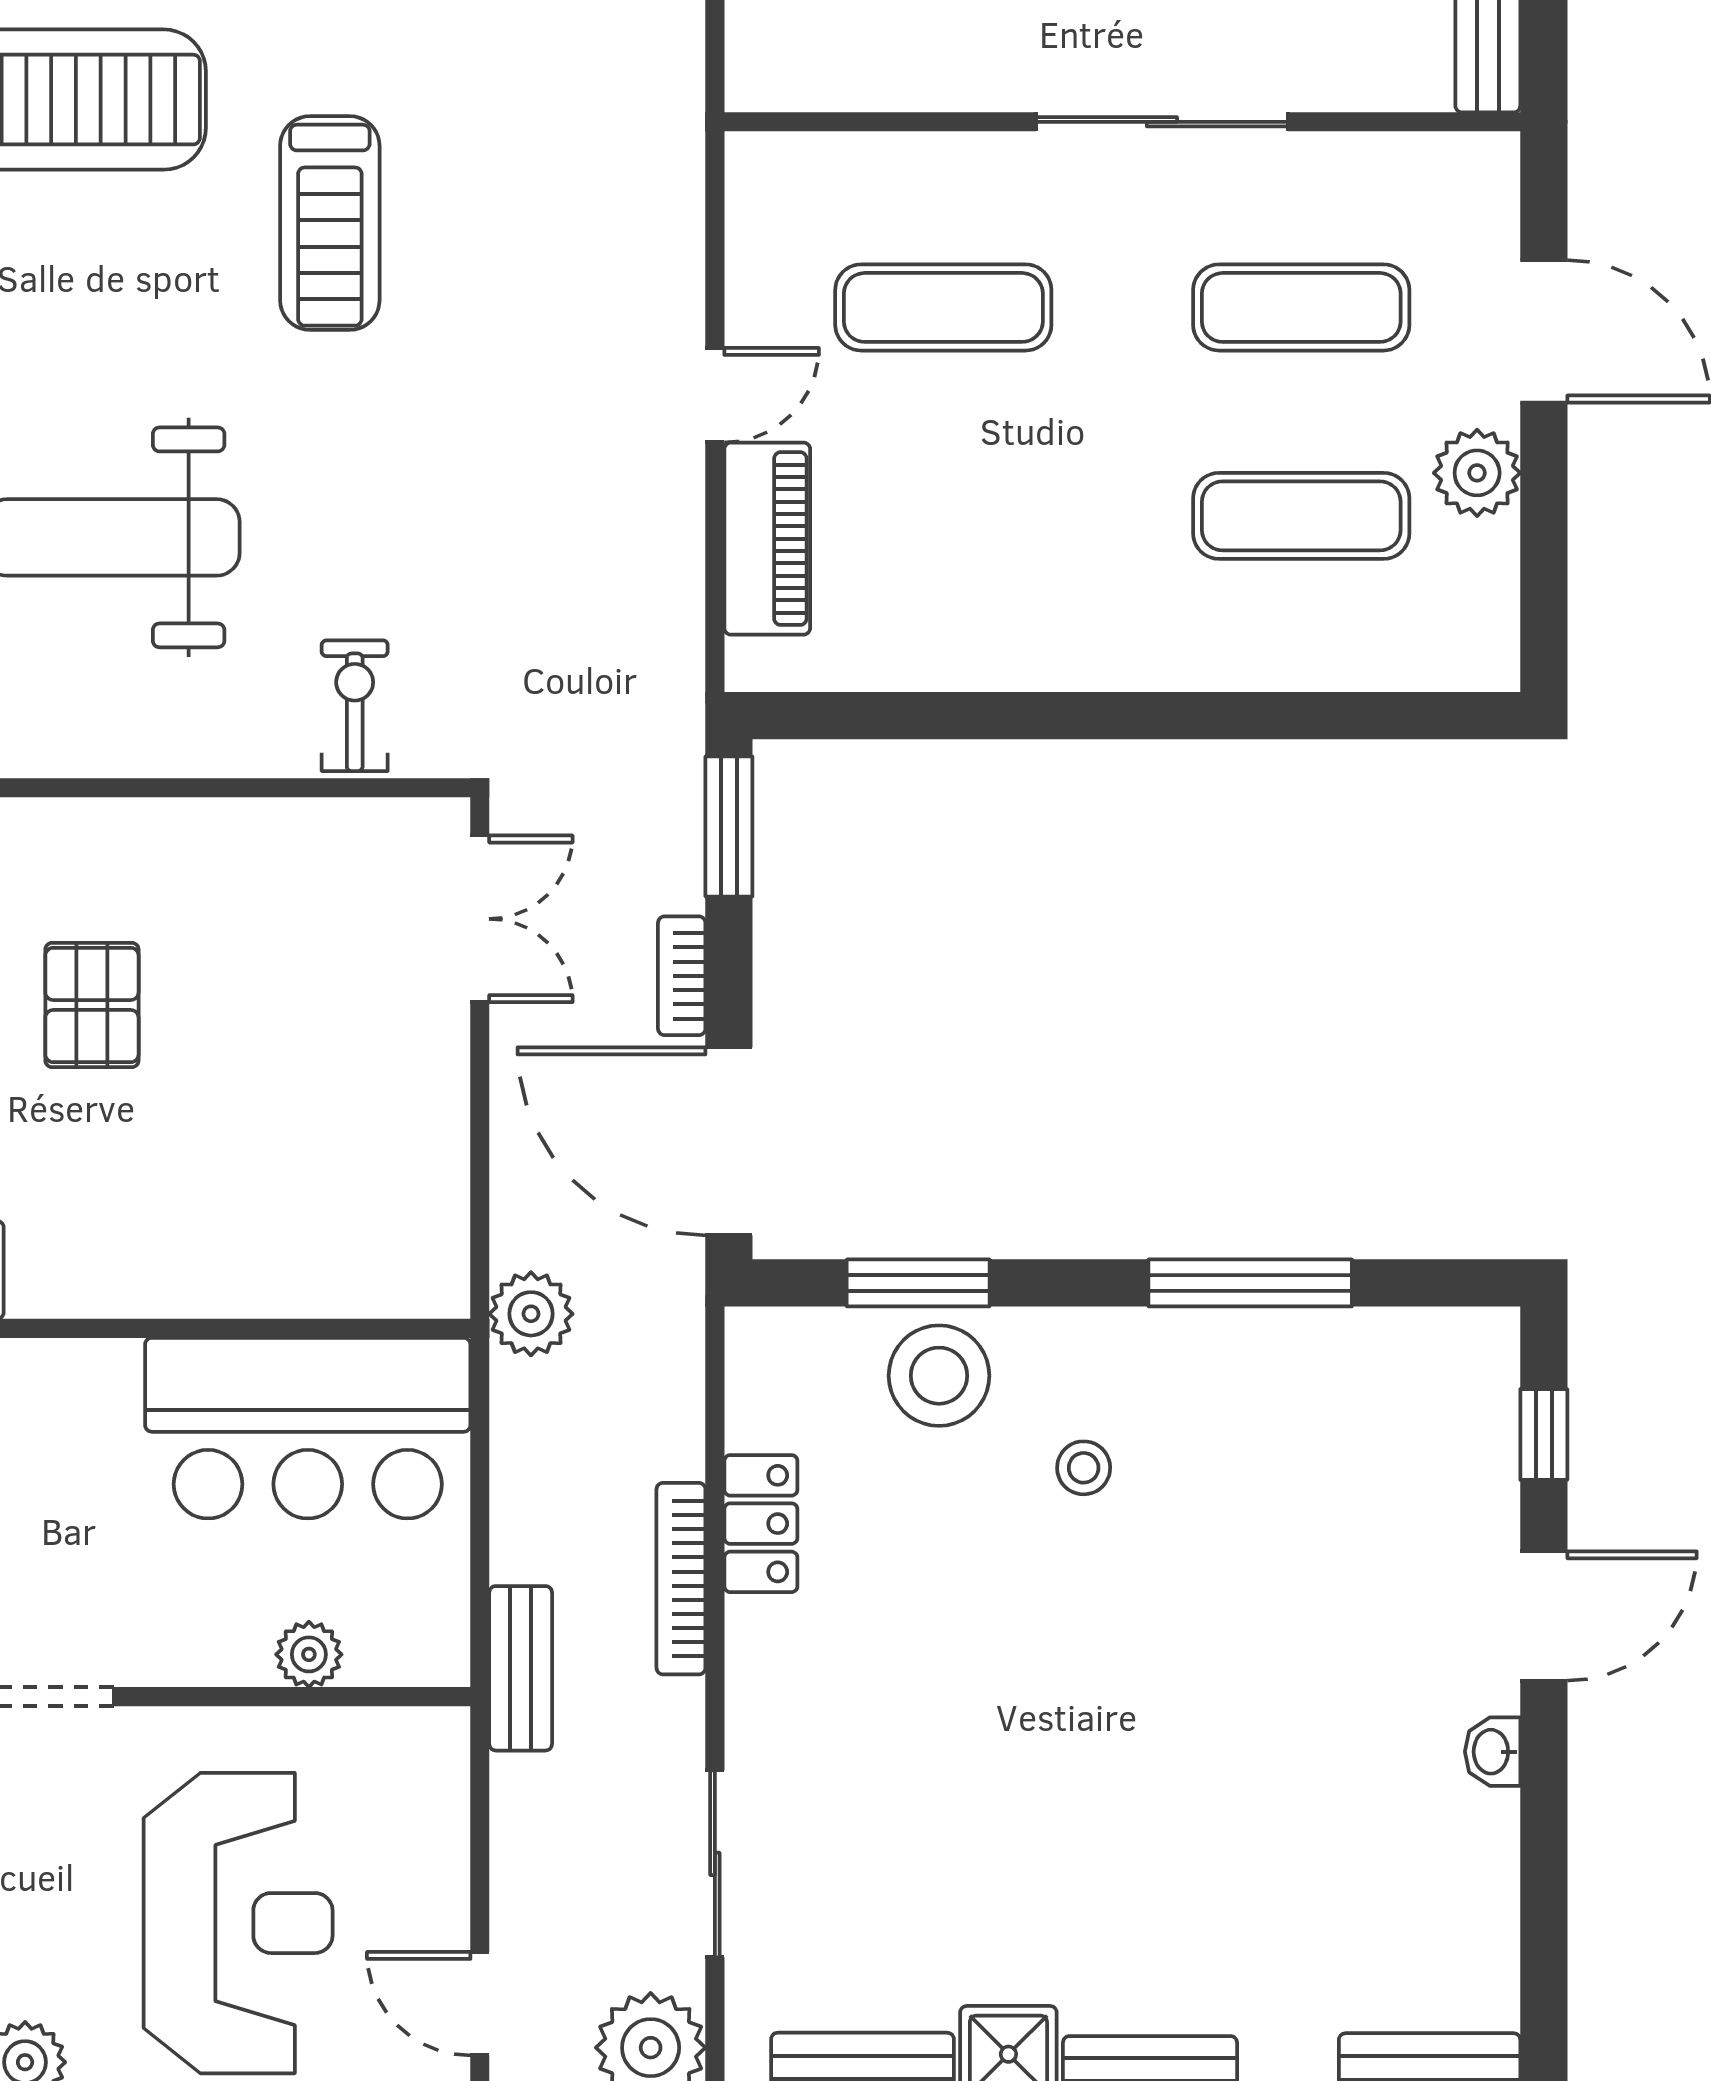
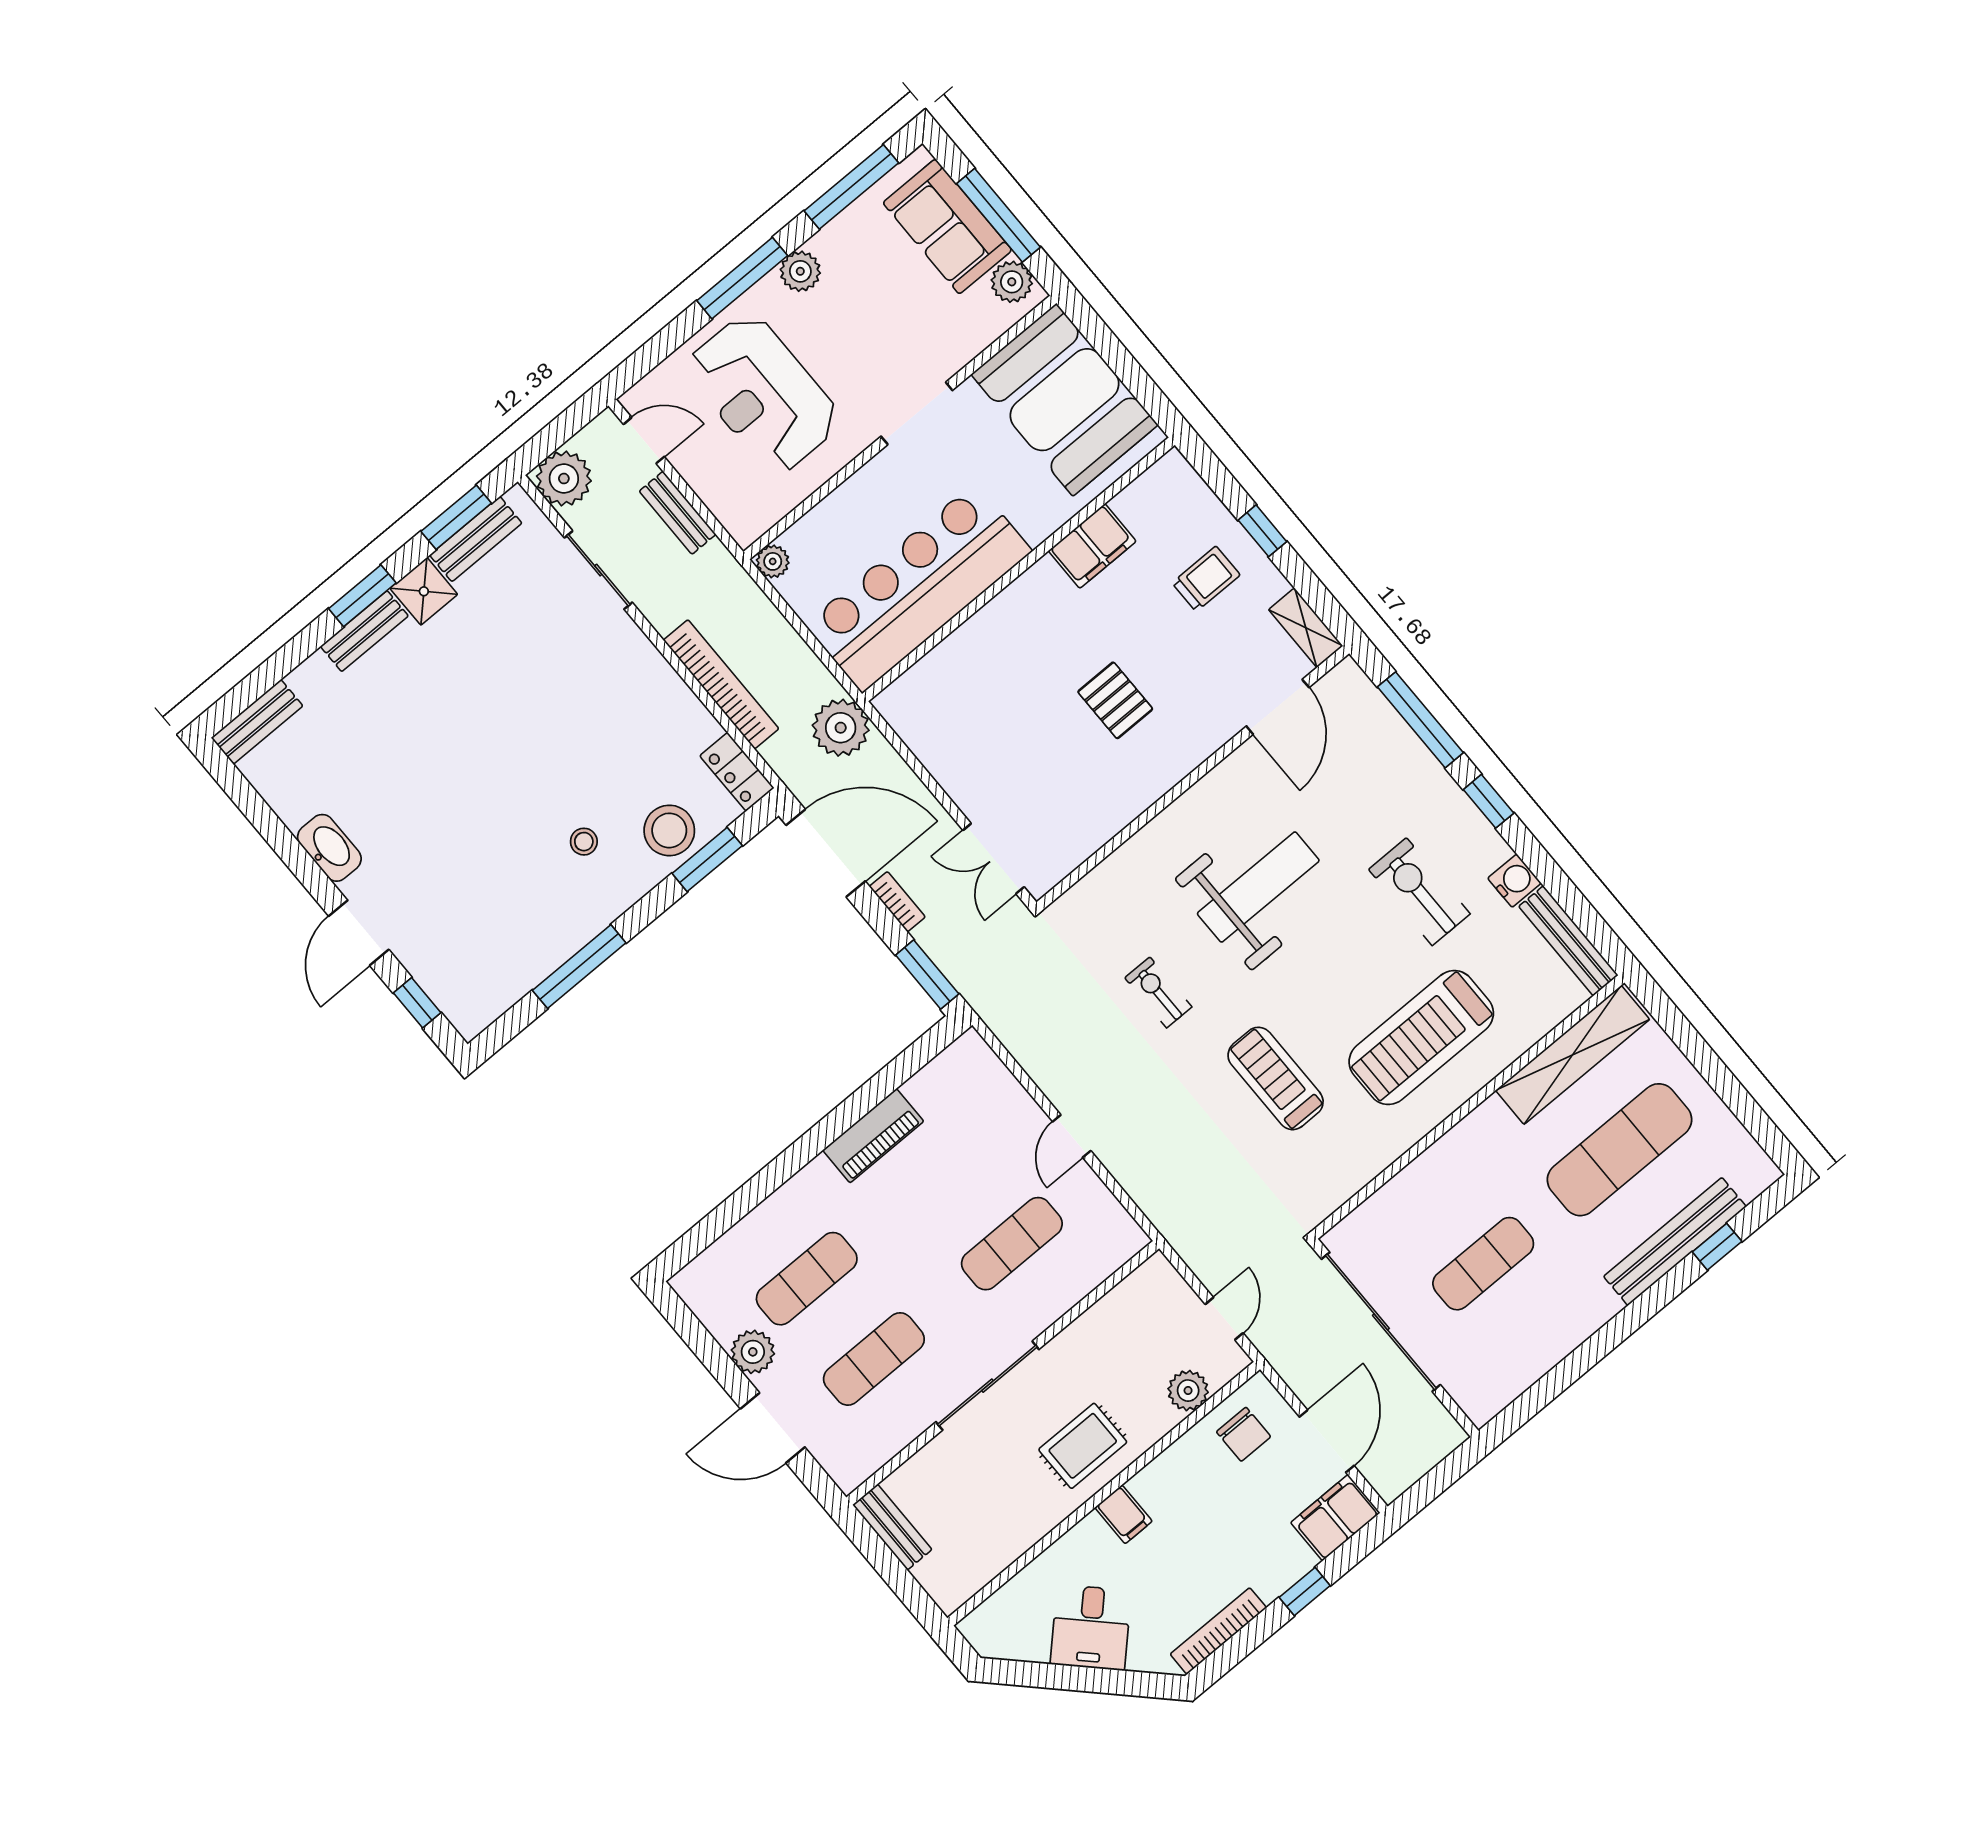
piano: (767, 539) -> (873, 1136), moved, turned -90
exercise bike: (355, 706) -> (1158, 992), moved, turned 180
plant: (531, 1314) -> (841, 728), width x1.36, depth x1.36
bar counter: (308, 1428) -> (918, 588), width x1.36
locker: (761, 1524) -> (737, 772), moved
bookcase: (681, 1579) -> (721, 684), width x1.48, depth x1.31
plant: (309, 1654) -> (773, 561), moved
bench: (521, 1668) -> (678, 513), moved
washbasin: (1493, 1752) -> (329, 848), width x1.91, depth x1.45

